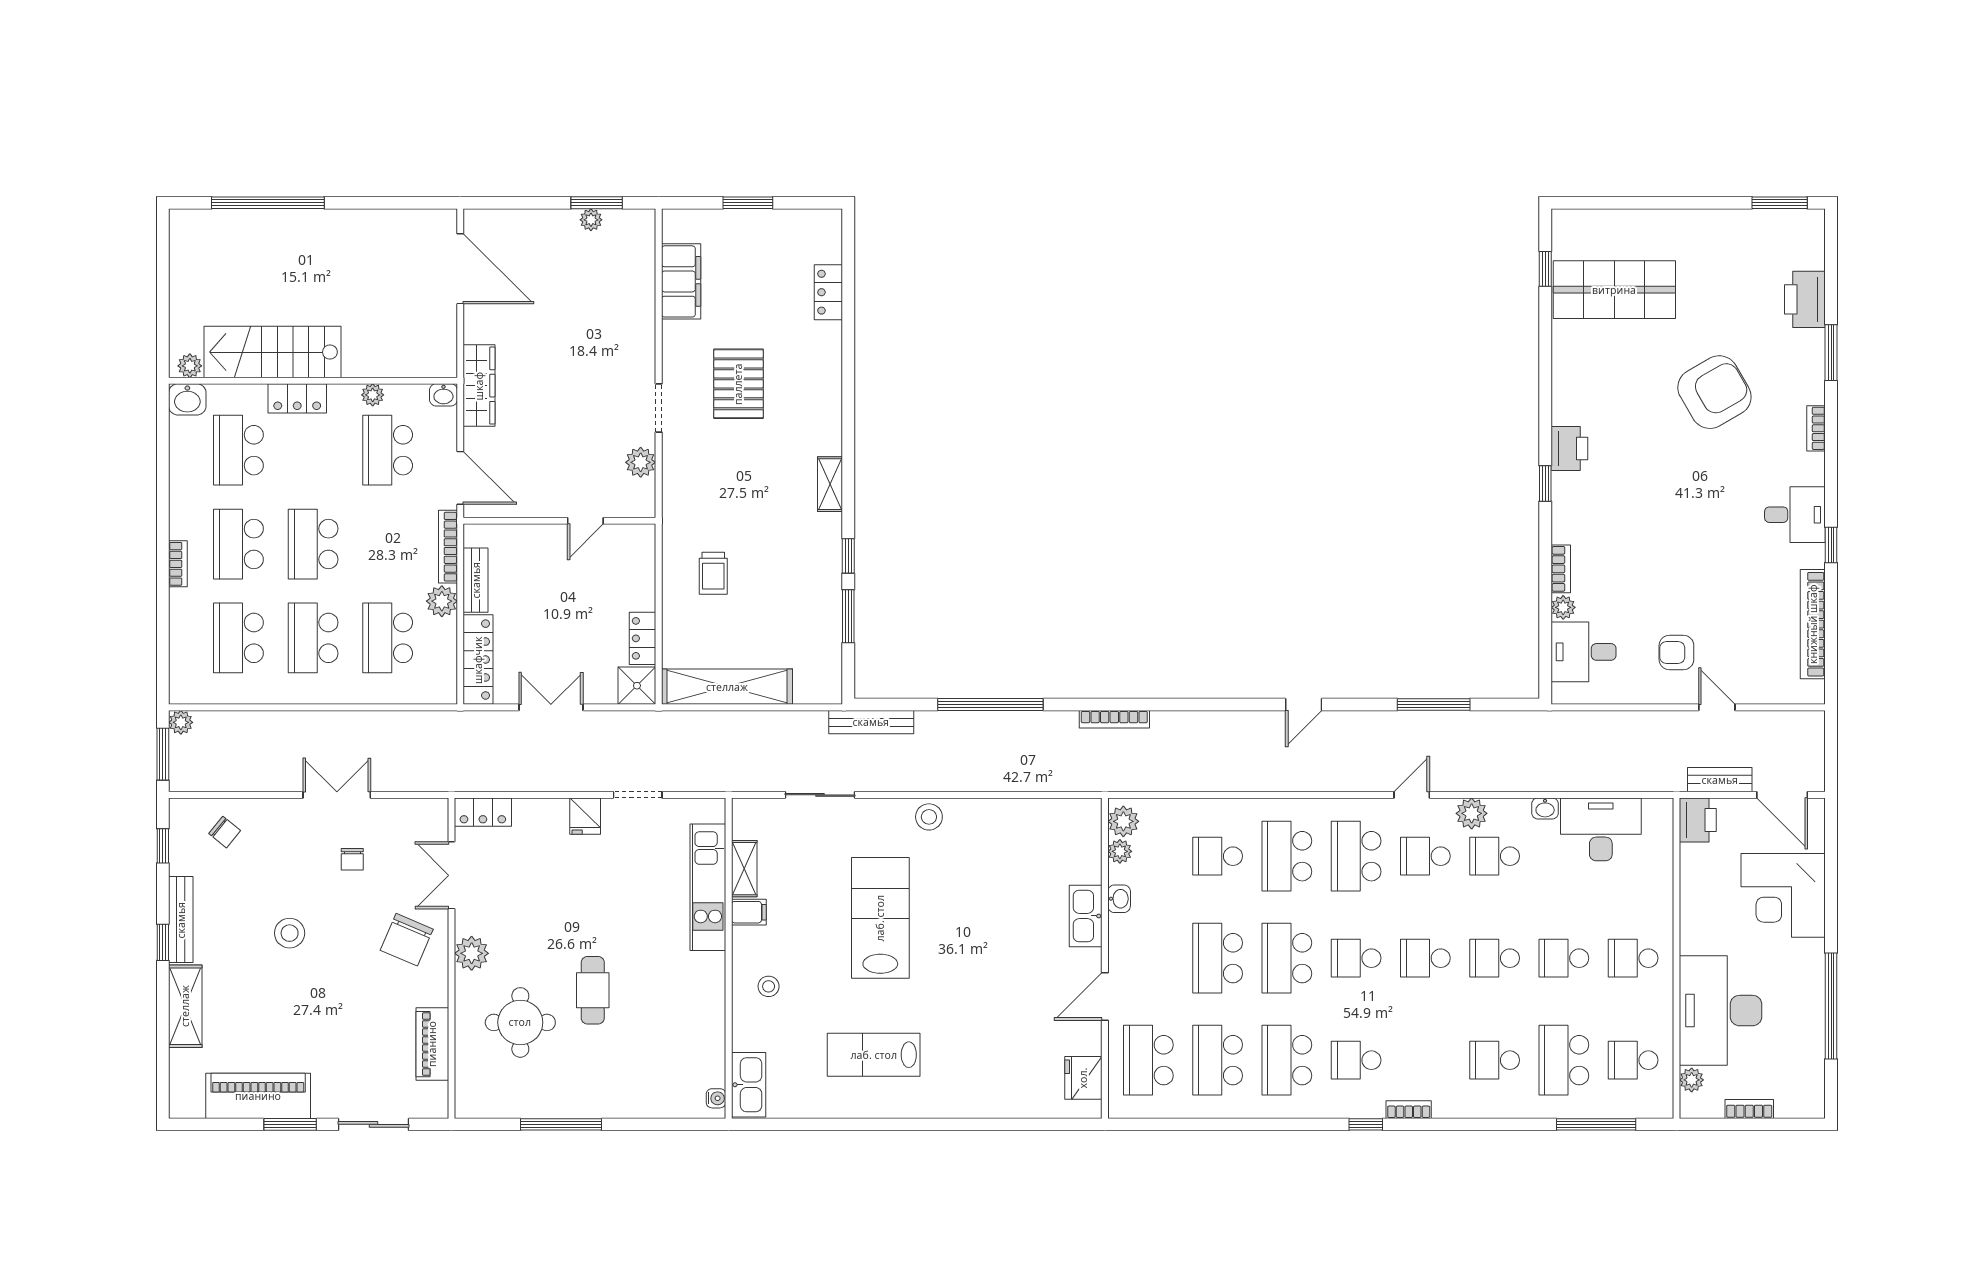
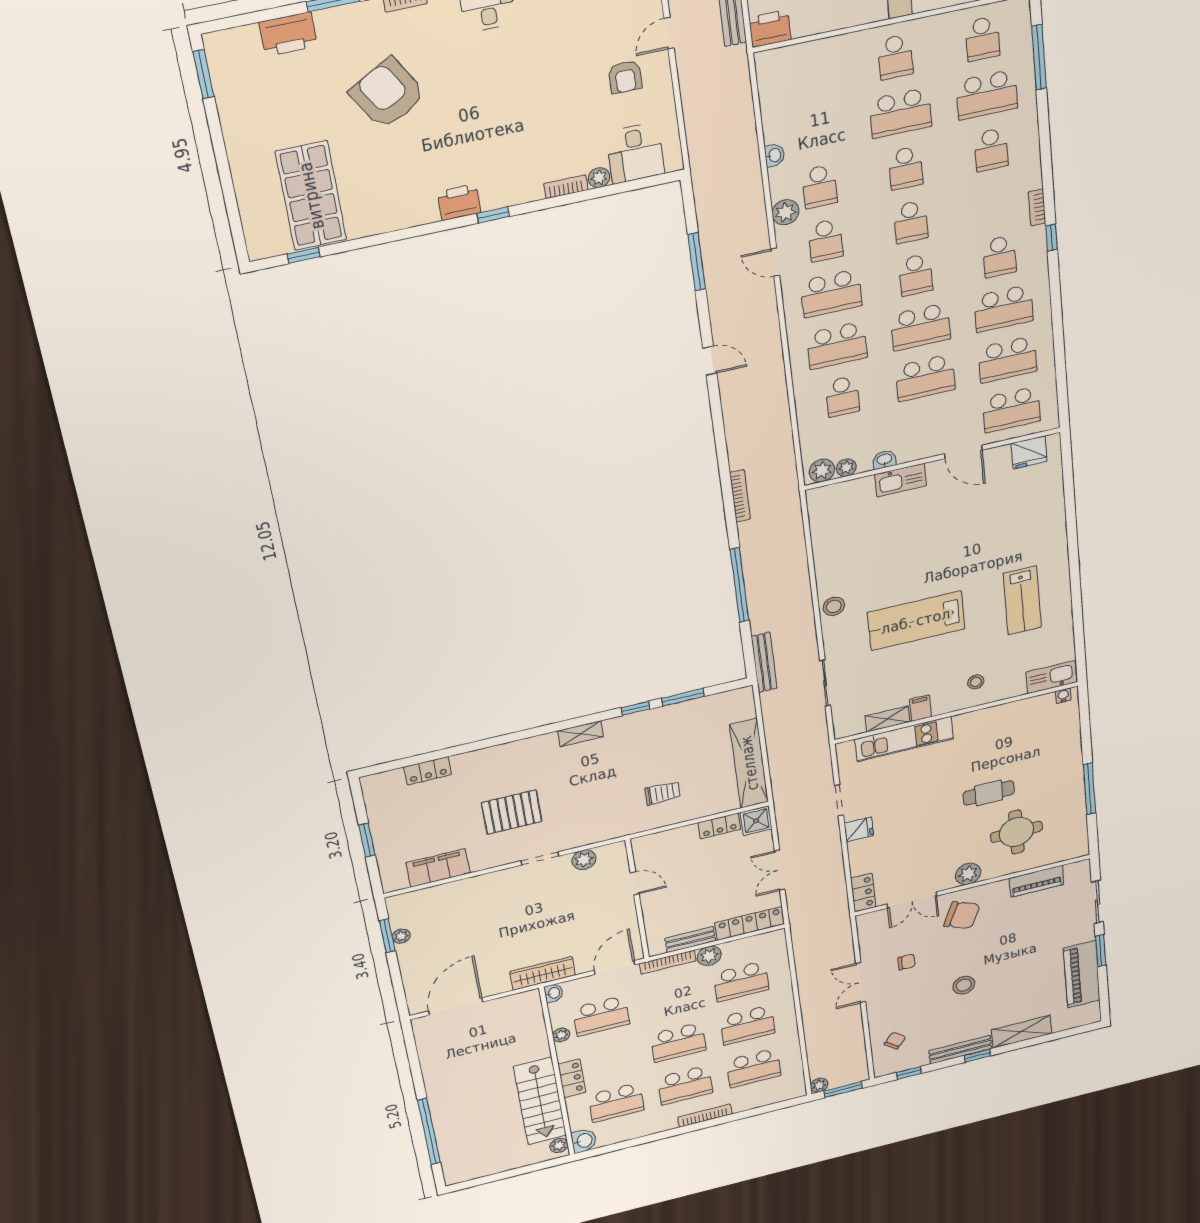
bookcase: (178, 564) -> (705, 1116), width x1.56
desk: (1601, 829) -> (787, 107), removed
school desk: (1564, 958) -> (900, 113), width x1.85

